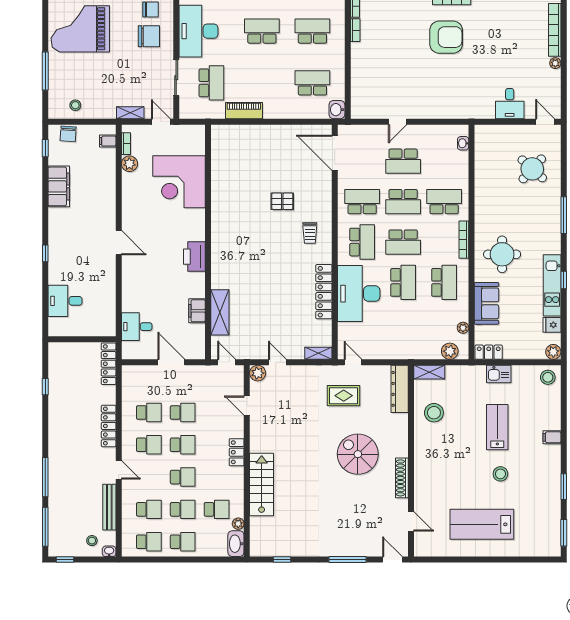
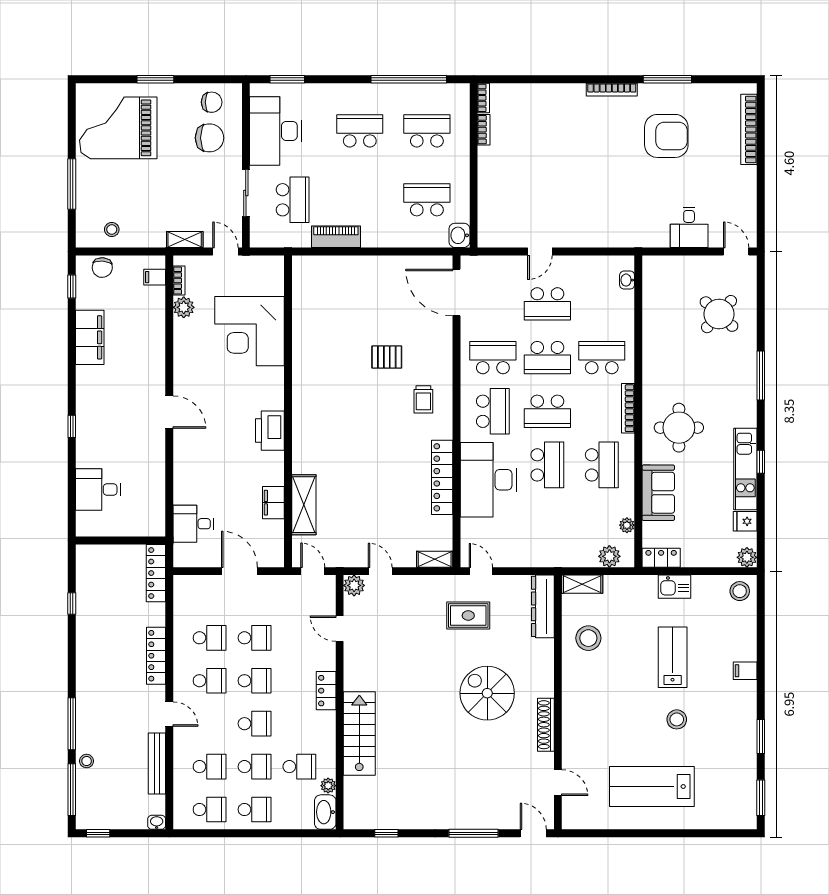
armchair: (446, 37) -> (666, 136), moved
plant: (555, 63) -> (750, 174), removed
stool: (92, 541) -> (87, 761), moved

